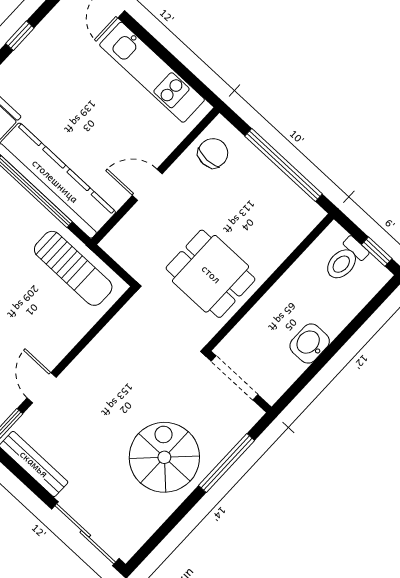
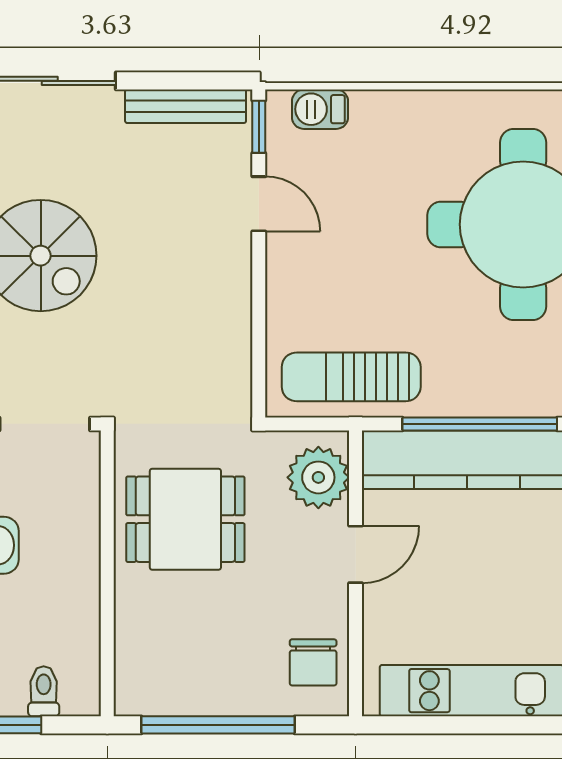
plant: (131, 236) -> (318, 477), added
toilet: (345, 260) -> (44, 691), width x0.73, depth x0.72

